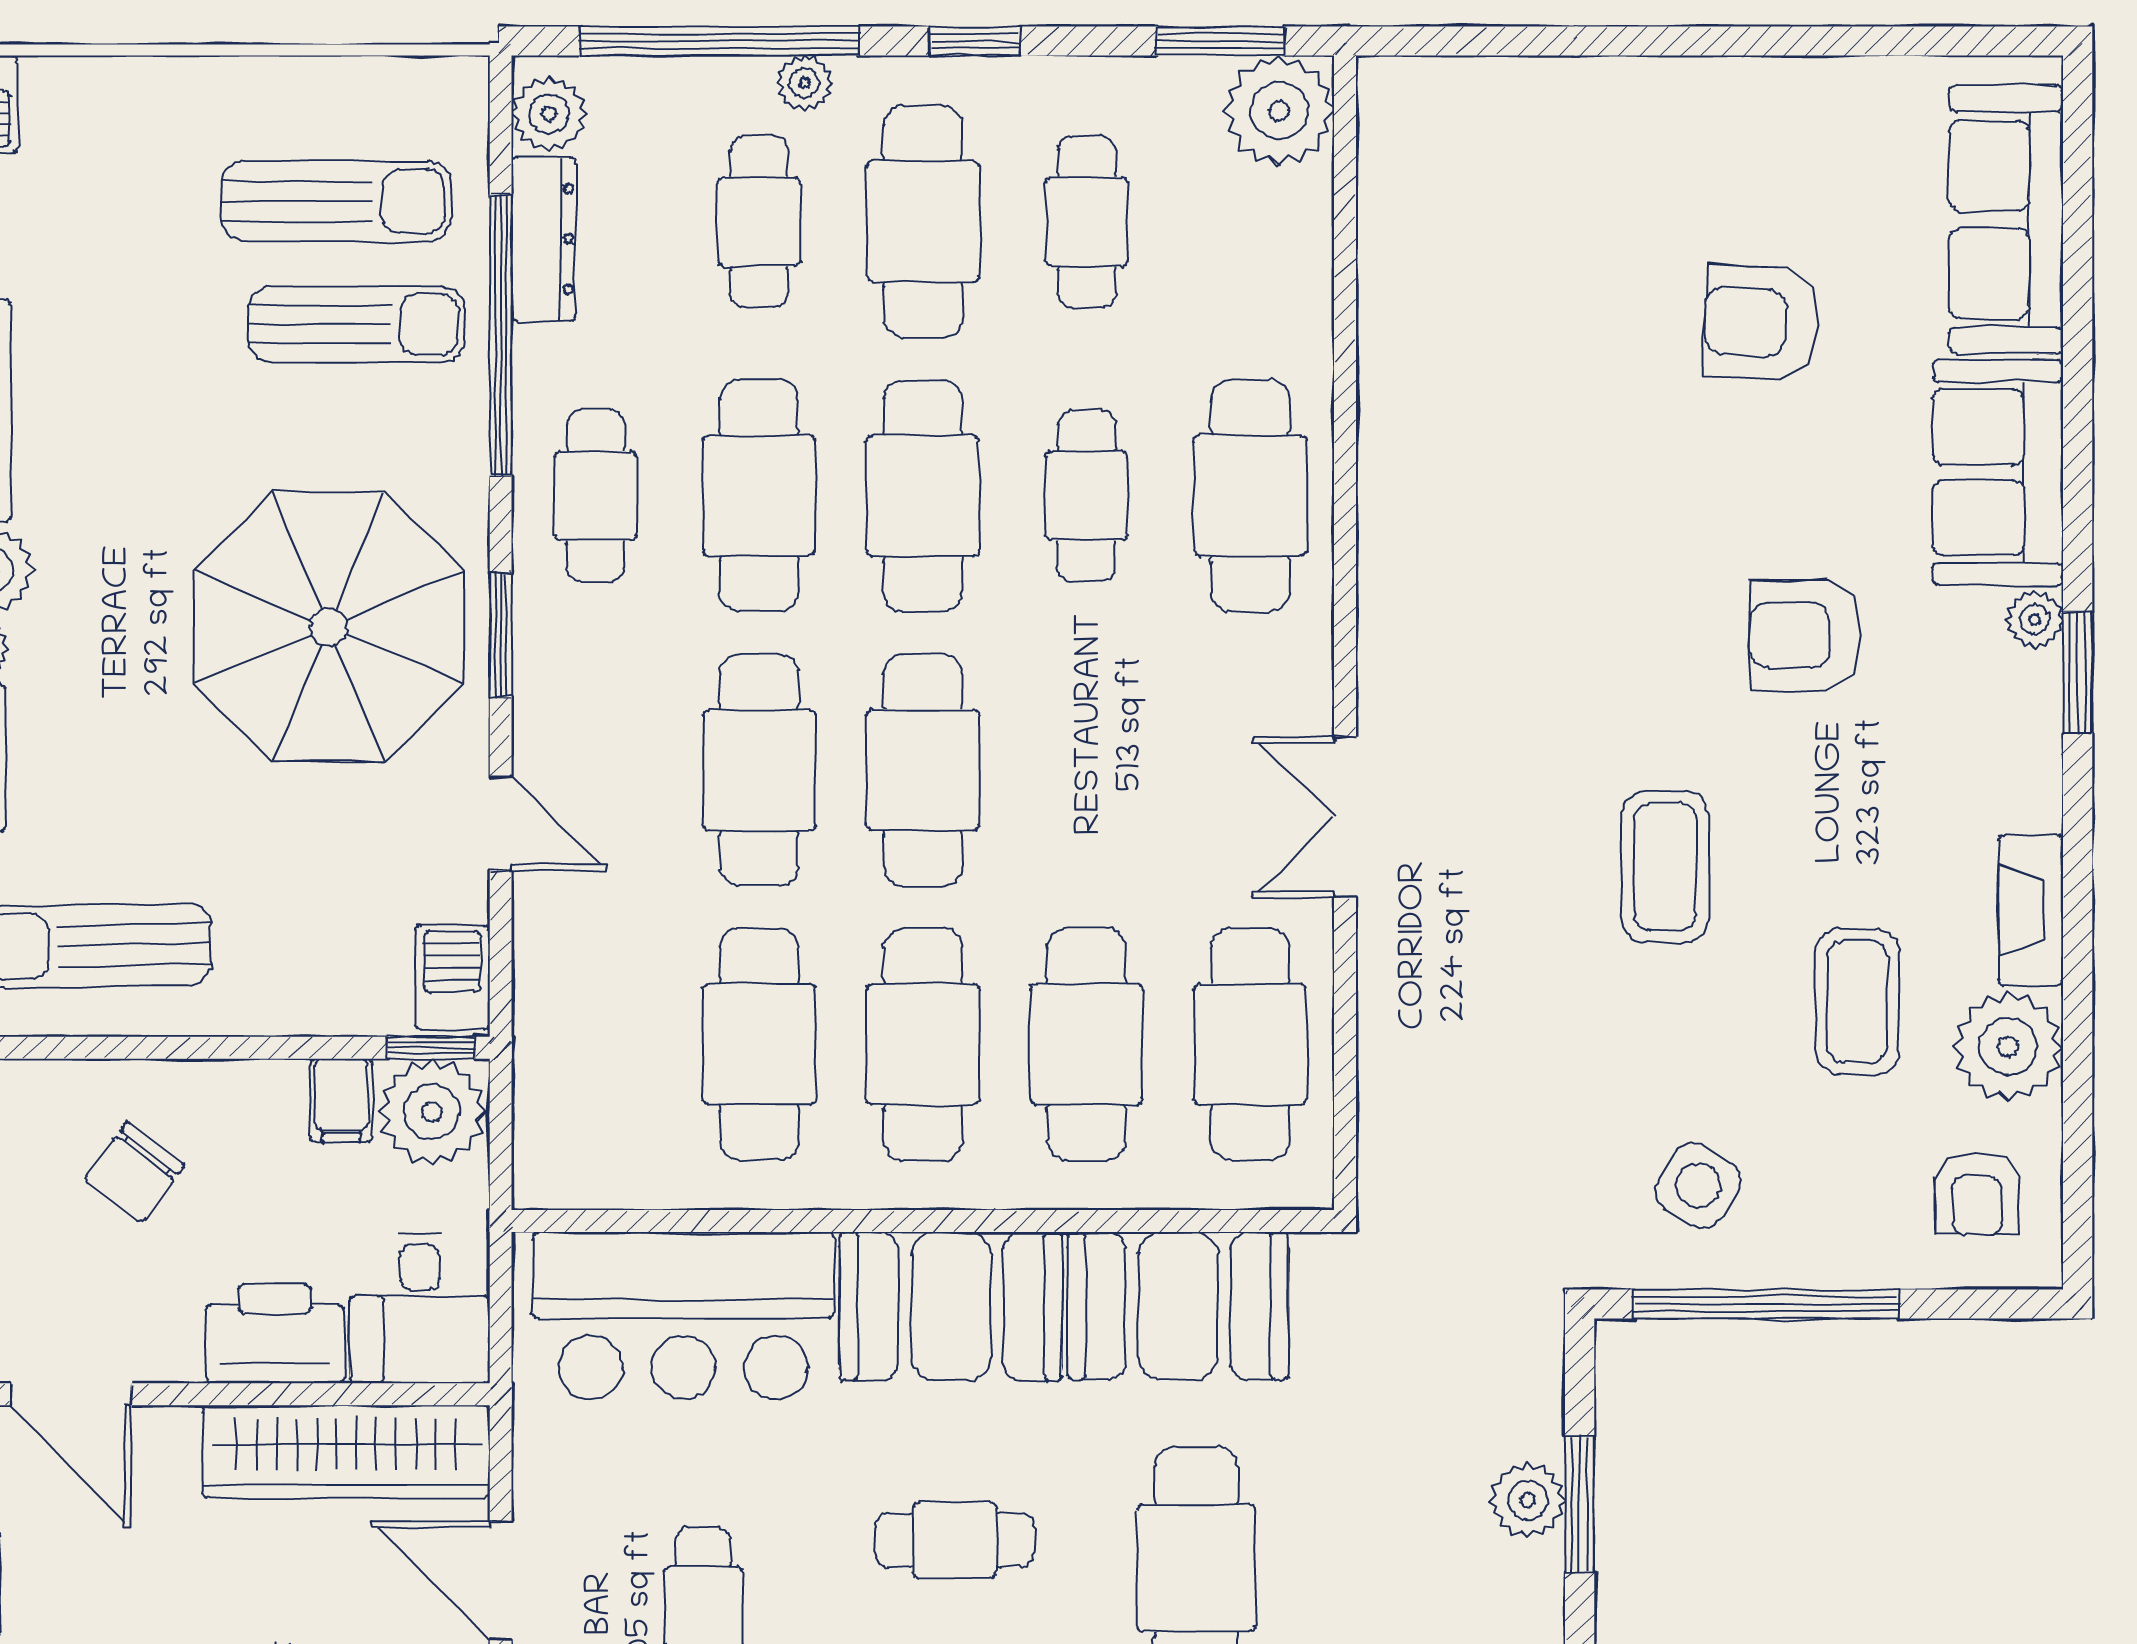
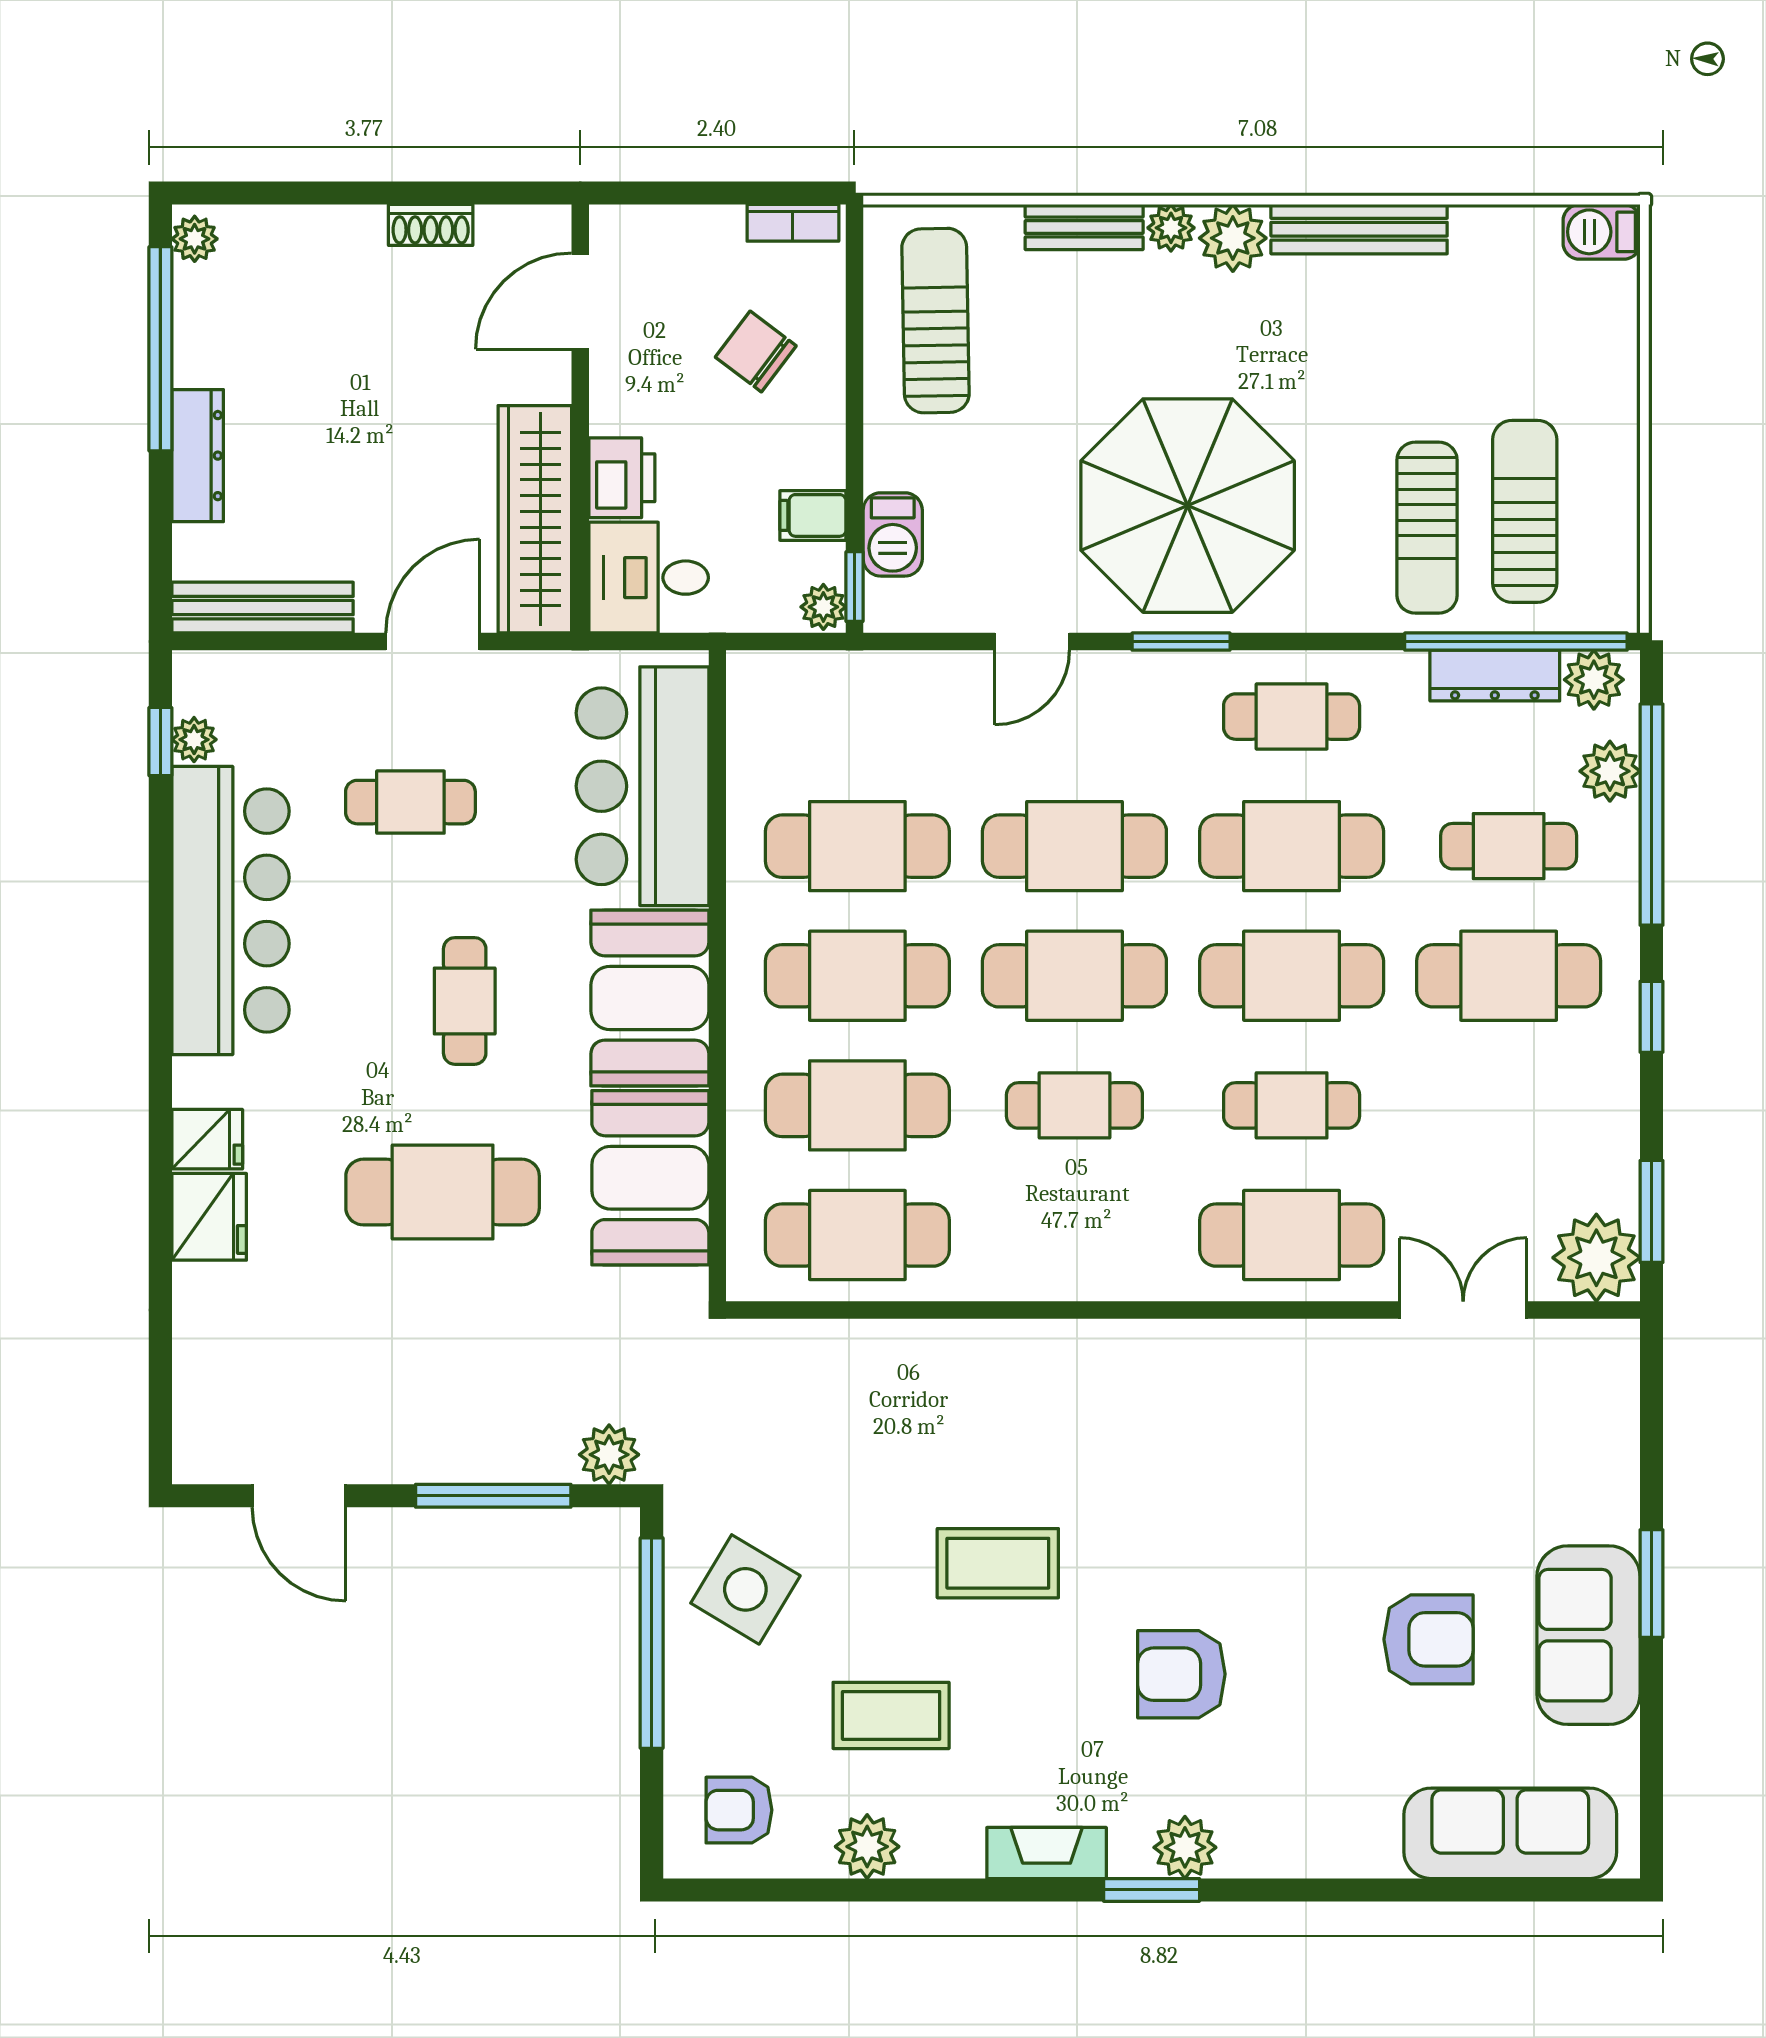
window: (1690, 41) -> (1652, 1583), added
plant: (804, 83) -> (1610, 771), moved, width x1.38, depth x1.38
sun lounger: (336, 201) -> (1525, 511), turned 180
cafe table: (1087, 222) -> (1074, 1105), moved
armchair: (1761, 323) -> (1429, 1639), turned 87
window: (501, 335) -> (1516, 642), moved
sofa: (1998, 472) -> (1588, 1635), moved, turned -90
plant: (2035, 620) -> (1185, 1847), width x1.38, depth x1.38
armchair: (1805, 635) -> (1181, 1674), turned -90
double door: (1345, 817) -> (1463, 1310), moved
fireplace: (2031, 910) -> (1047, 1853), moved
barbecue: (452, 977) -> (893, 534), moved, turned 90
plant: (2008, 1047) -> (867, 1847), width x0.73, depth x0.73
plant: (432, 1112) -> (823, 607), width x0.53, depth x0.53
side table: (1698, 1186) -> (745, 1589), width x1.37, depth x1.37
printer: (275, 1334) -> (622, 478), width x0.73, depth x0.84
plant: (1528, 1500) -> (609, 1455), moved
window: (1580, 1504) -> (493, 1496), width x1.44

